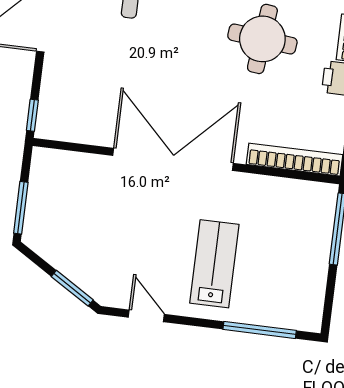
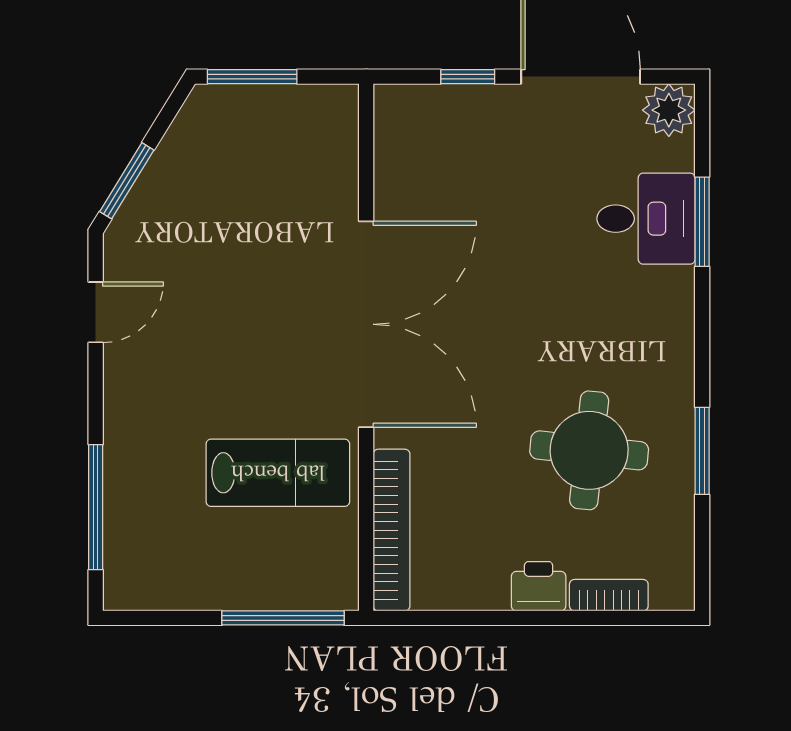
window: (32, 115) -> (468, 77), moved
lab bench: (214, 264) -> (278, 473), moved

